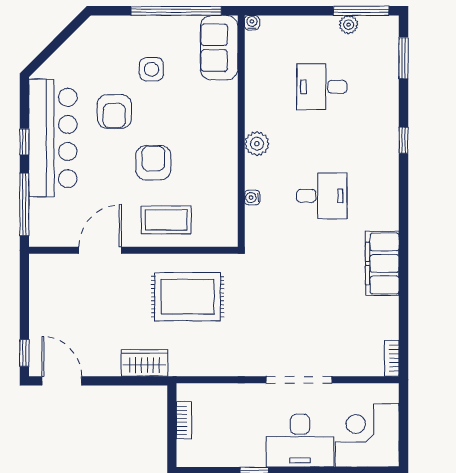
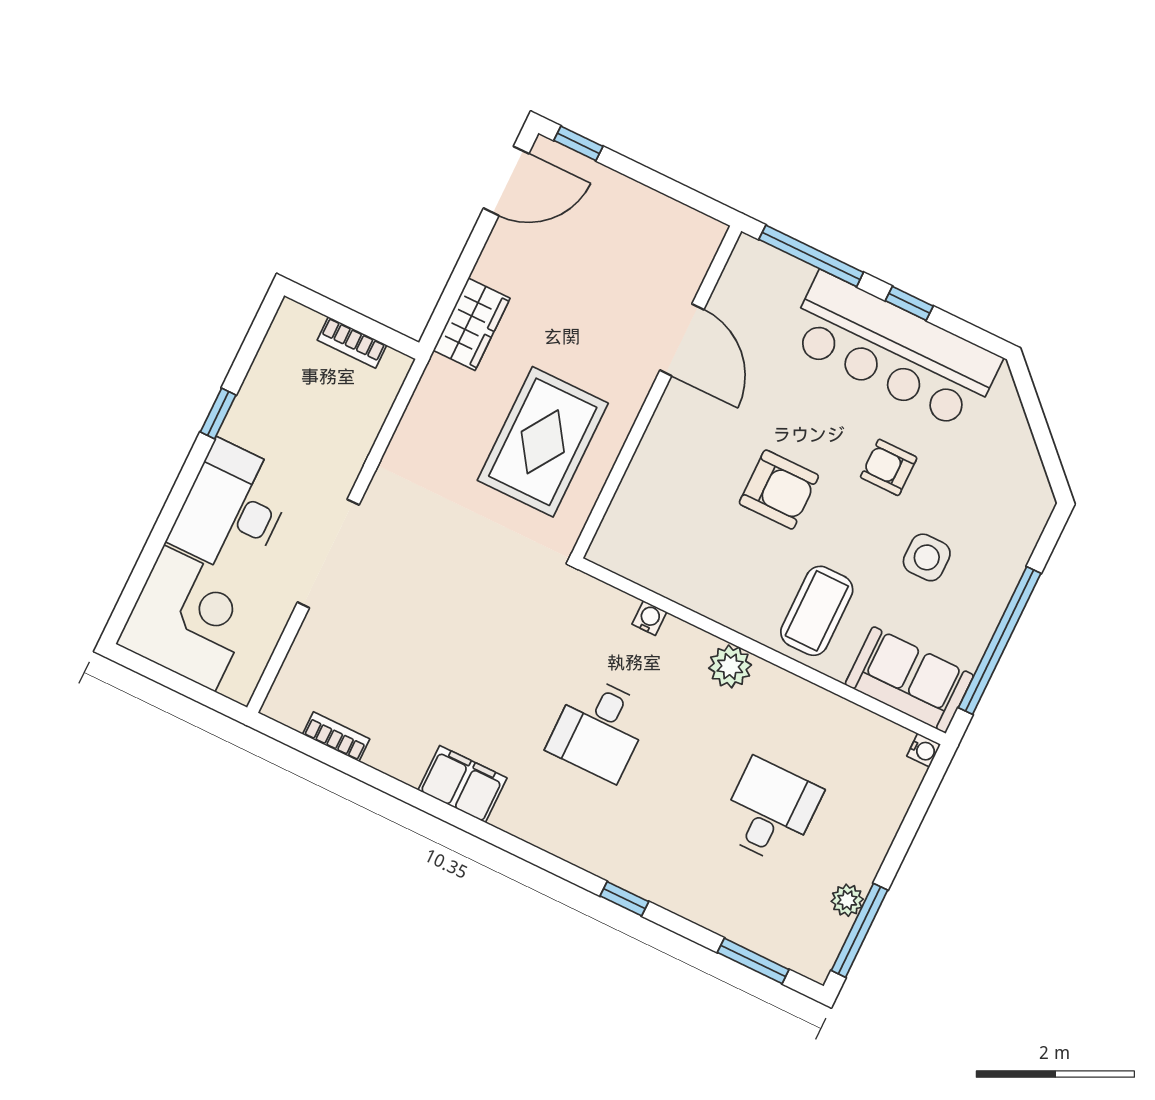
armchair: (114, 111) -> (889, 467), width x0.72, depth x0.72
coffee table: (166, 220) -> (817, 611), moved
filing cabinet: (382, 263) -> (462, 784), width x0.67, depth x0.86
bookcase: (392, 358) -> (336, 737), moved

